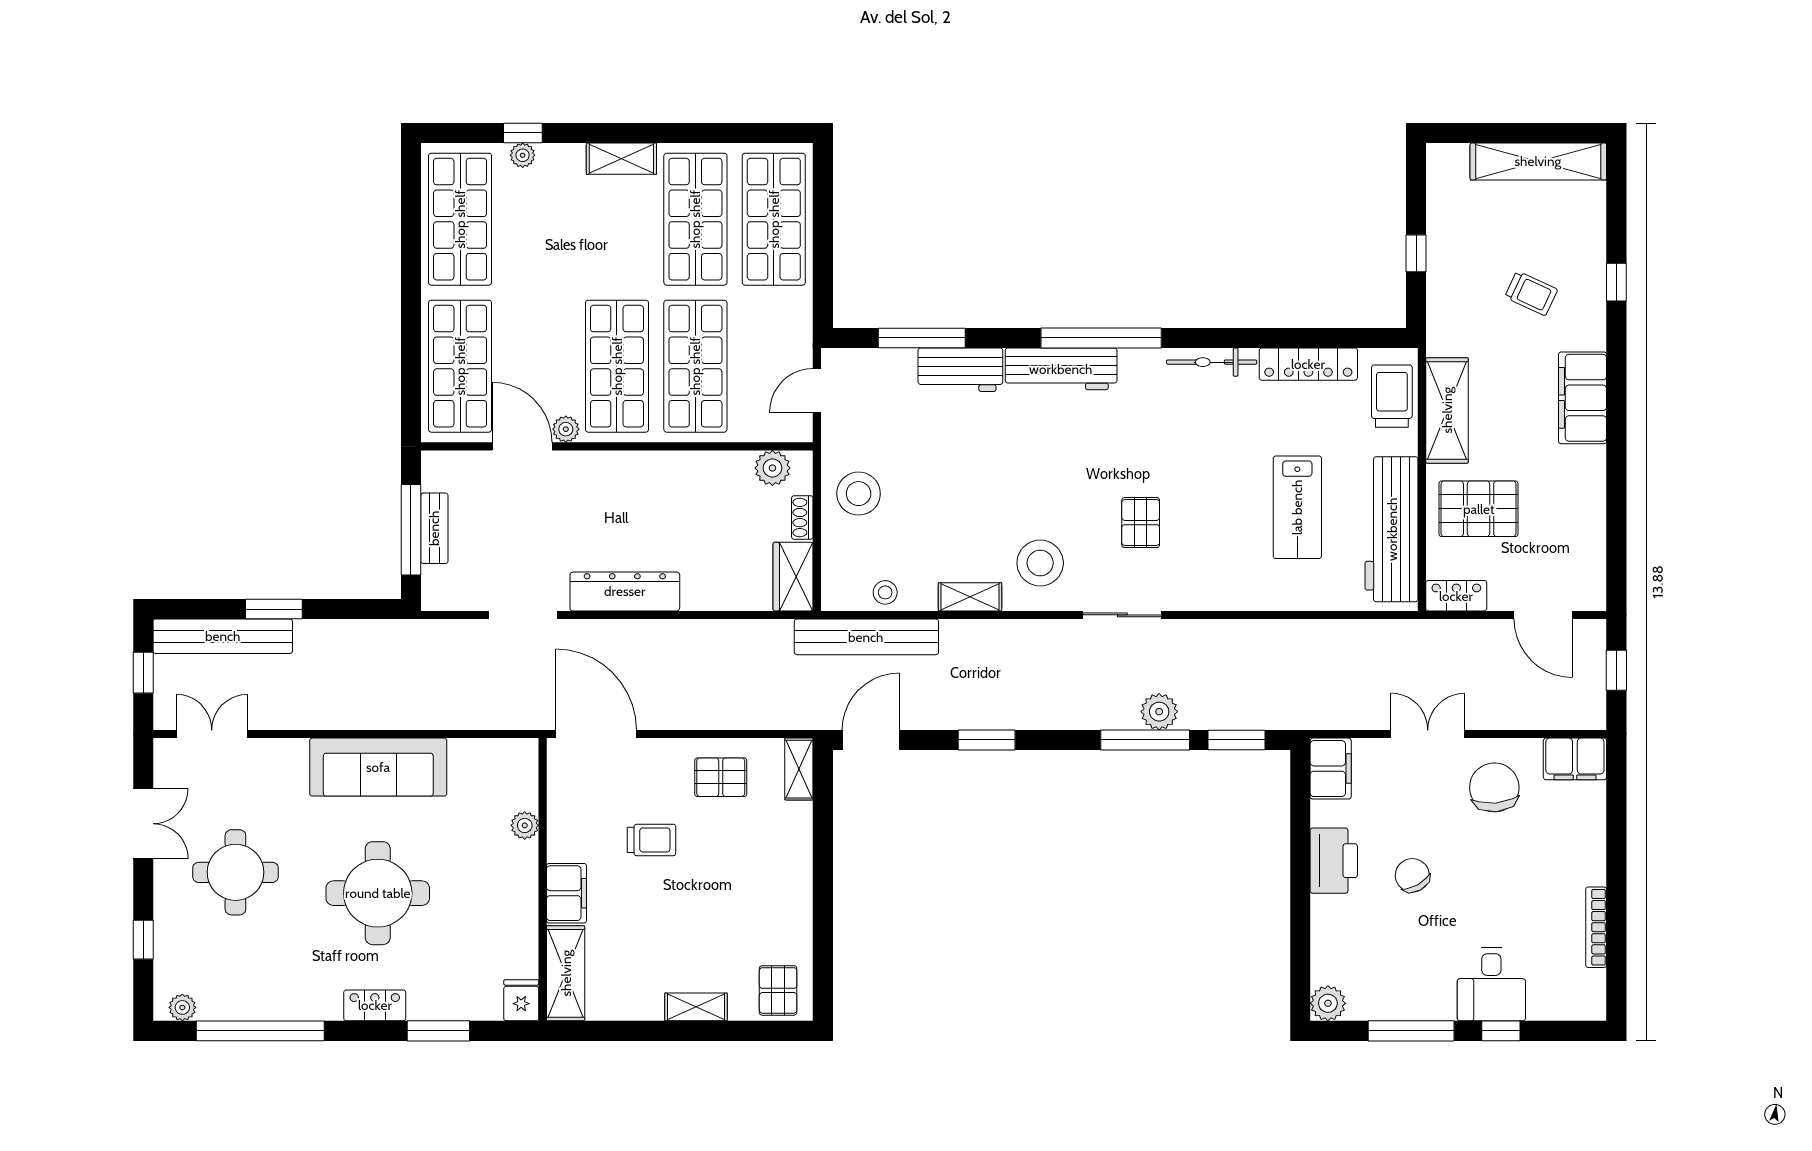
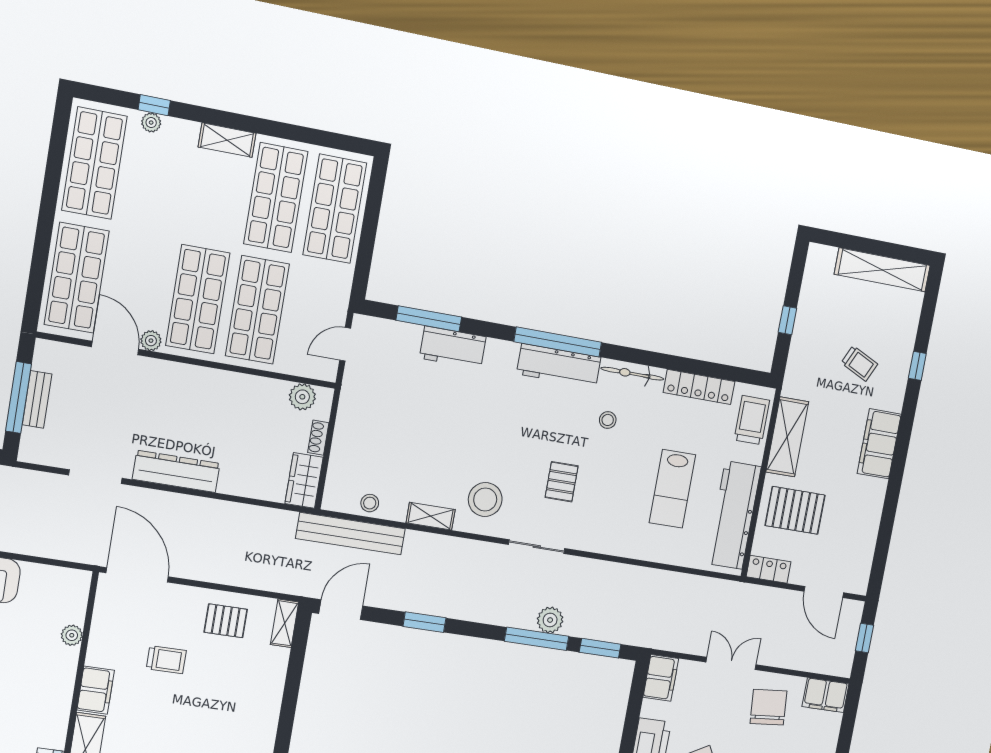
workbench: (1061, 369) -> (559, 366), moved
stool: (859, 494) -> (608, 420), moved, width x0.53, depth x0.53

